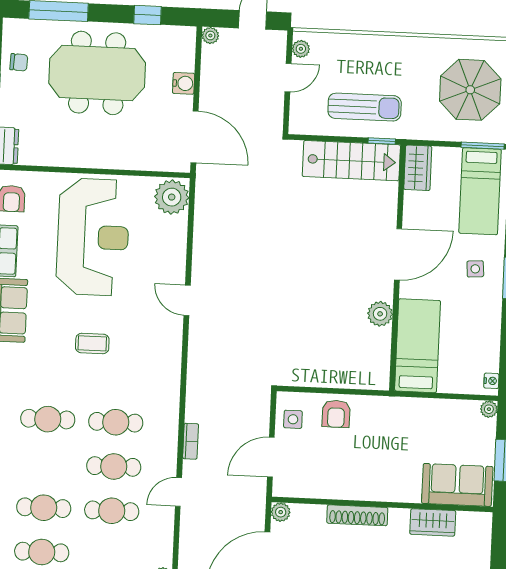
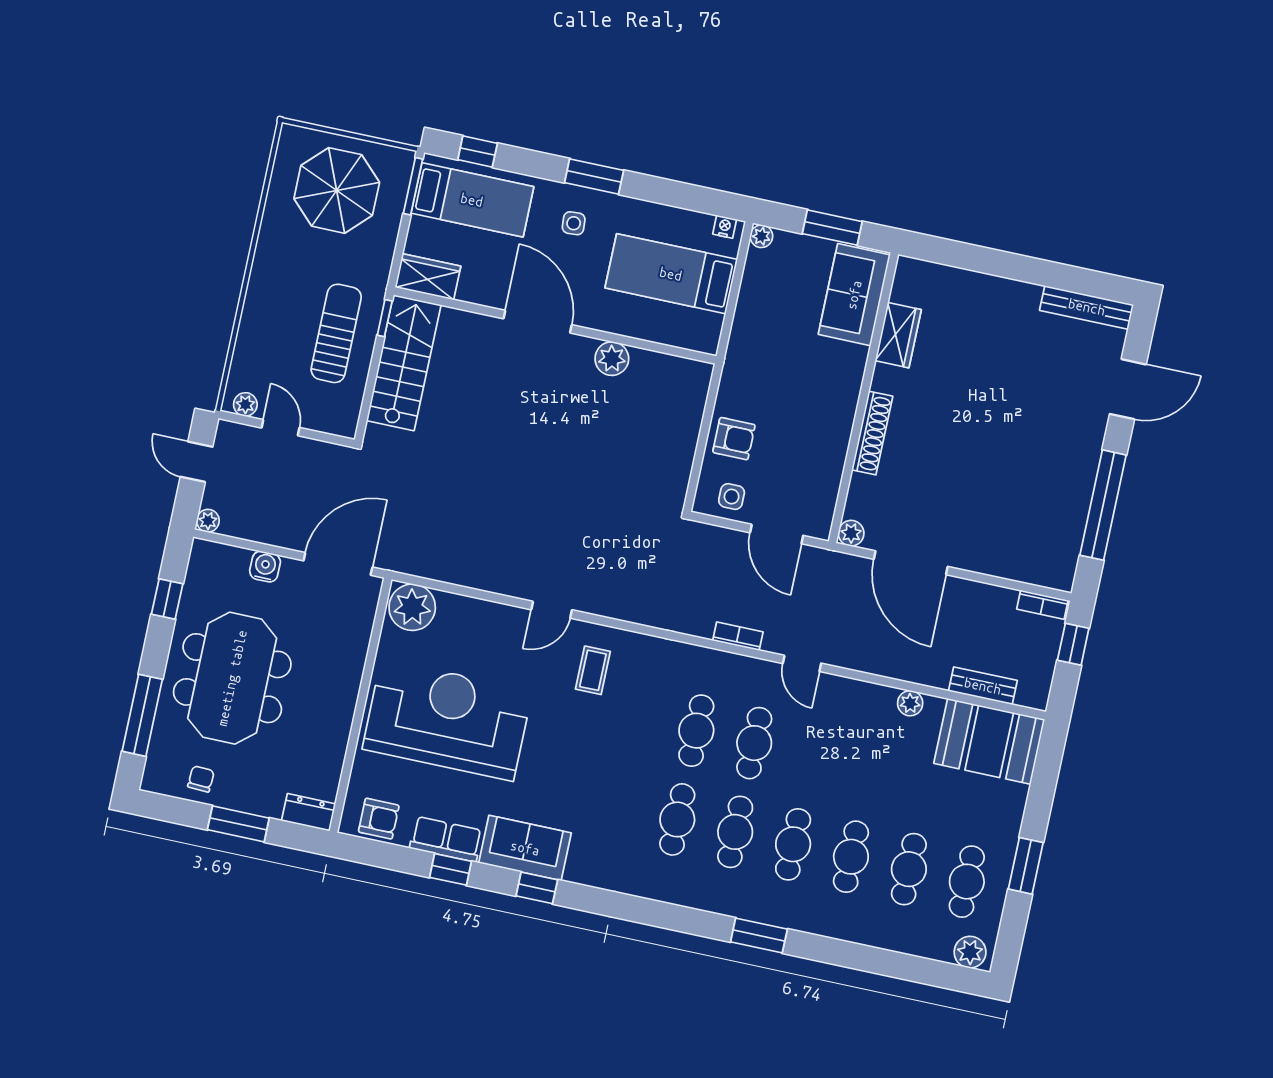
coffee table: (92, 343) -> (593, 670), moved
bed: (418, 346) -> (671, 274), moved
cafe table: (112, 511) -> (735, 832), moved

